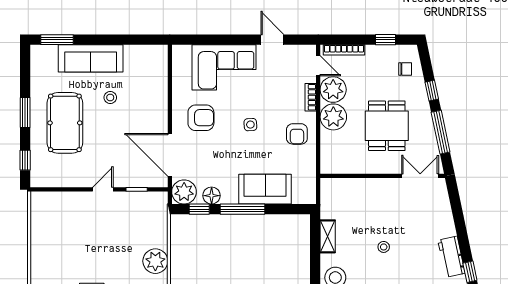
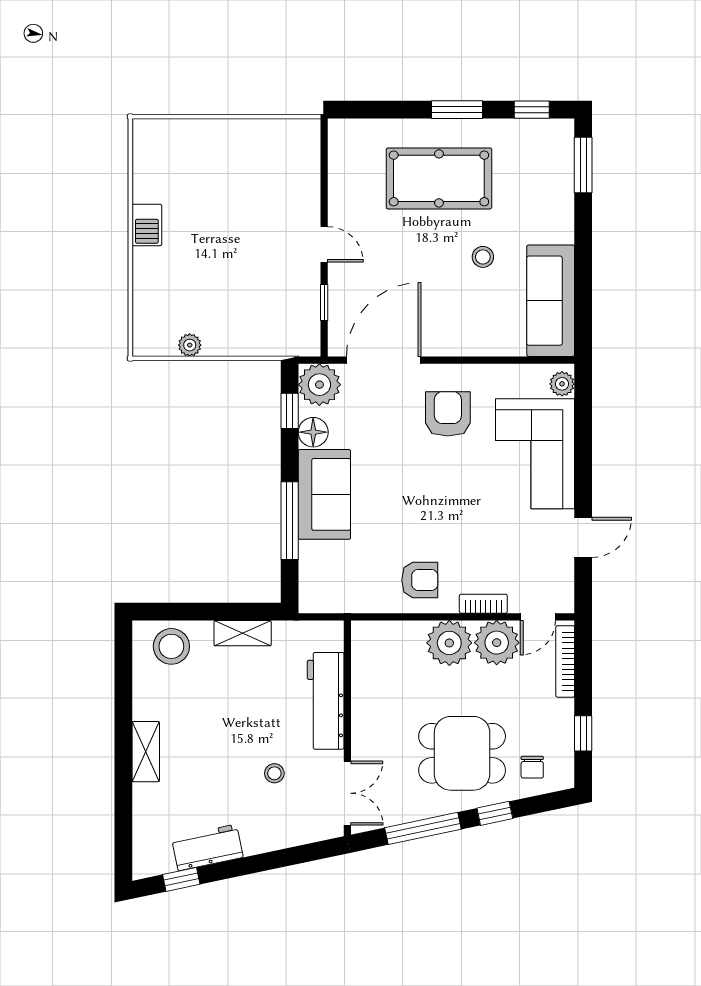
plant: (184, 52) -> (562, 384), added
sofa: (91, 58) -> (551, 301), moved
armchair: (201, 118) -> (448, 414), turned 180
side table: (250, 125) -> (436, 499), removed
dining table: (387, 126) -> (462, 753), moved
armchair: (297, 134) -> (420, 580), turned 180
window: (25, 160) -> (532, 110), moved
workbench: (367, 188) -> (326, 701), added
sofa: (265, 189) -> (324, 494), moved
window: (242, 209) -> (290, 521), moved
stool: (384, 247) -> (274, 773), moved
plant: (155, 261) -> (190, 345), width x0.53, depth x0.53

